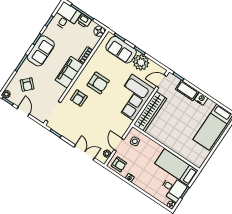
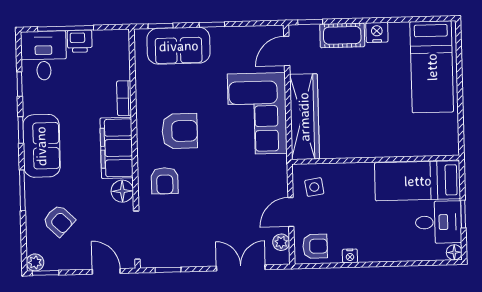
floor lamp: (99, 31) -> (122, 191), moved
plant: (141, 62) -> (228, 43), removed
door: (23, 111) -> (106, 271), moved
door: (119, 145) -> (291, 212), hinge flipped

